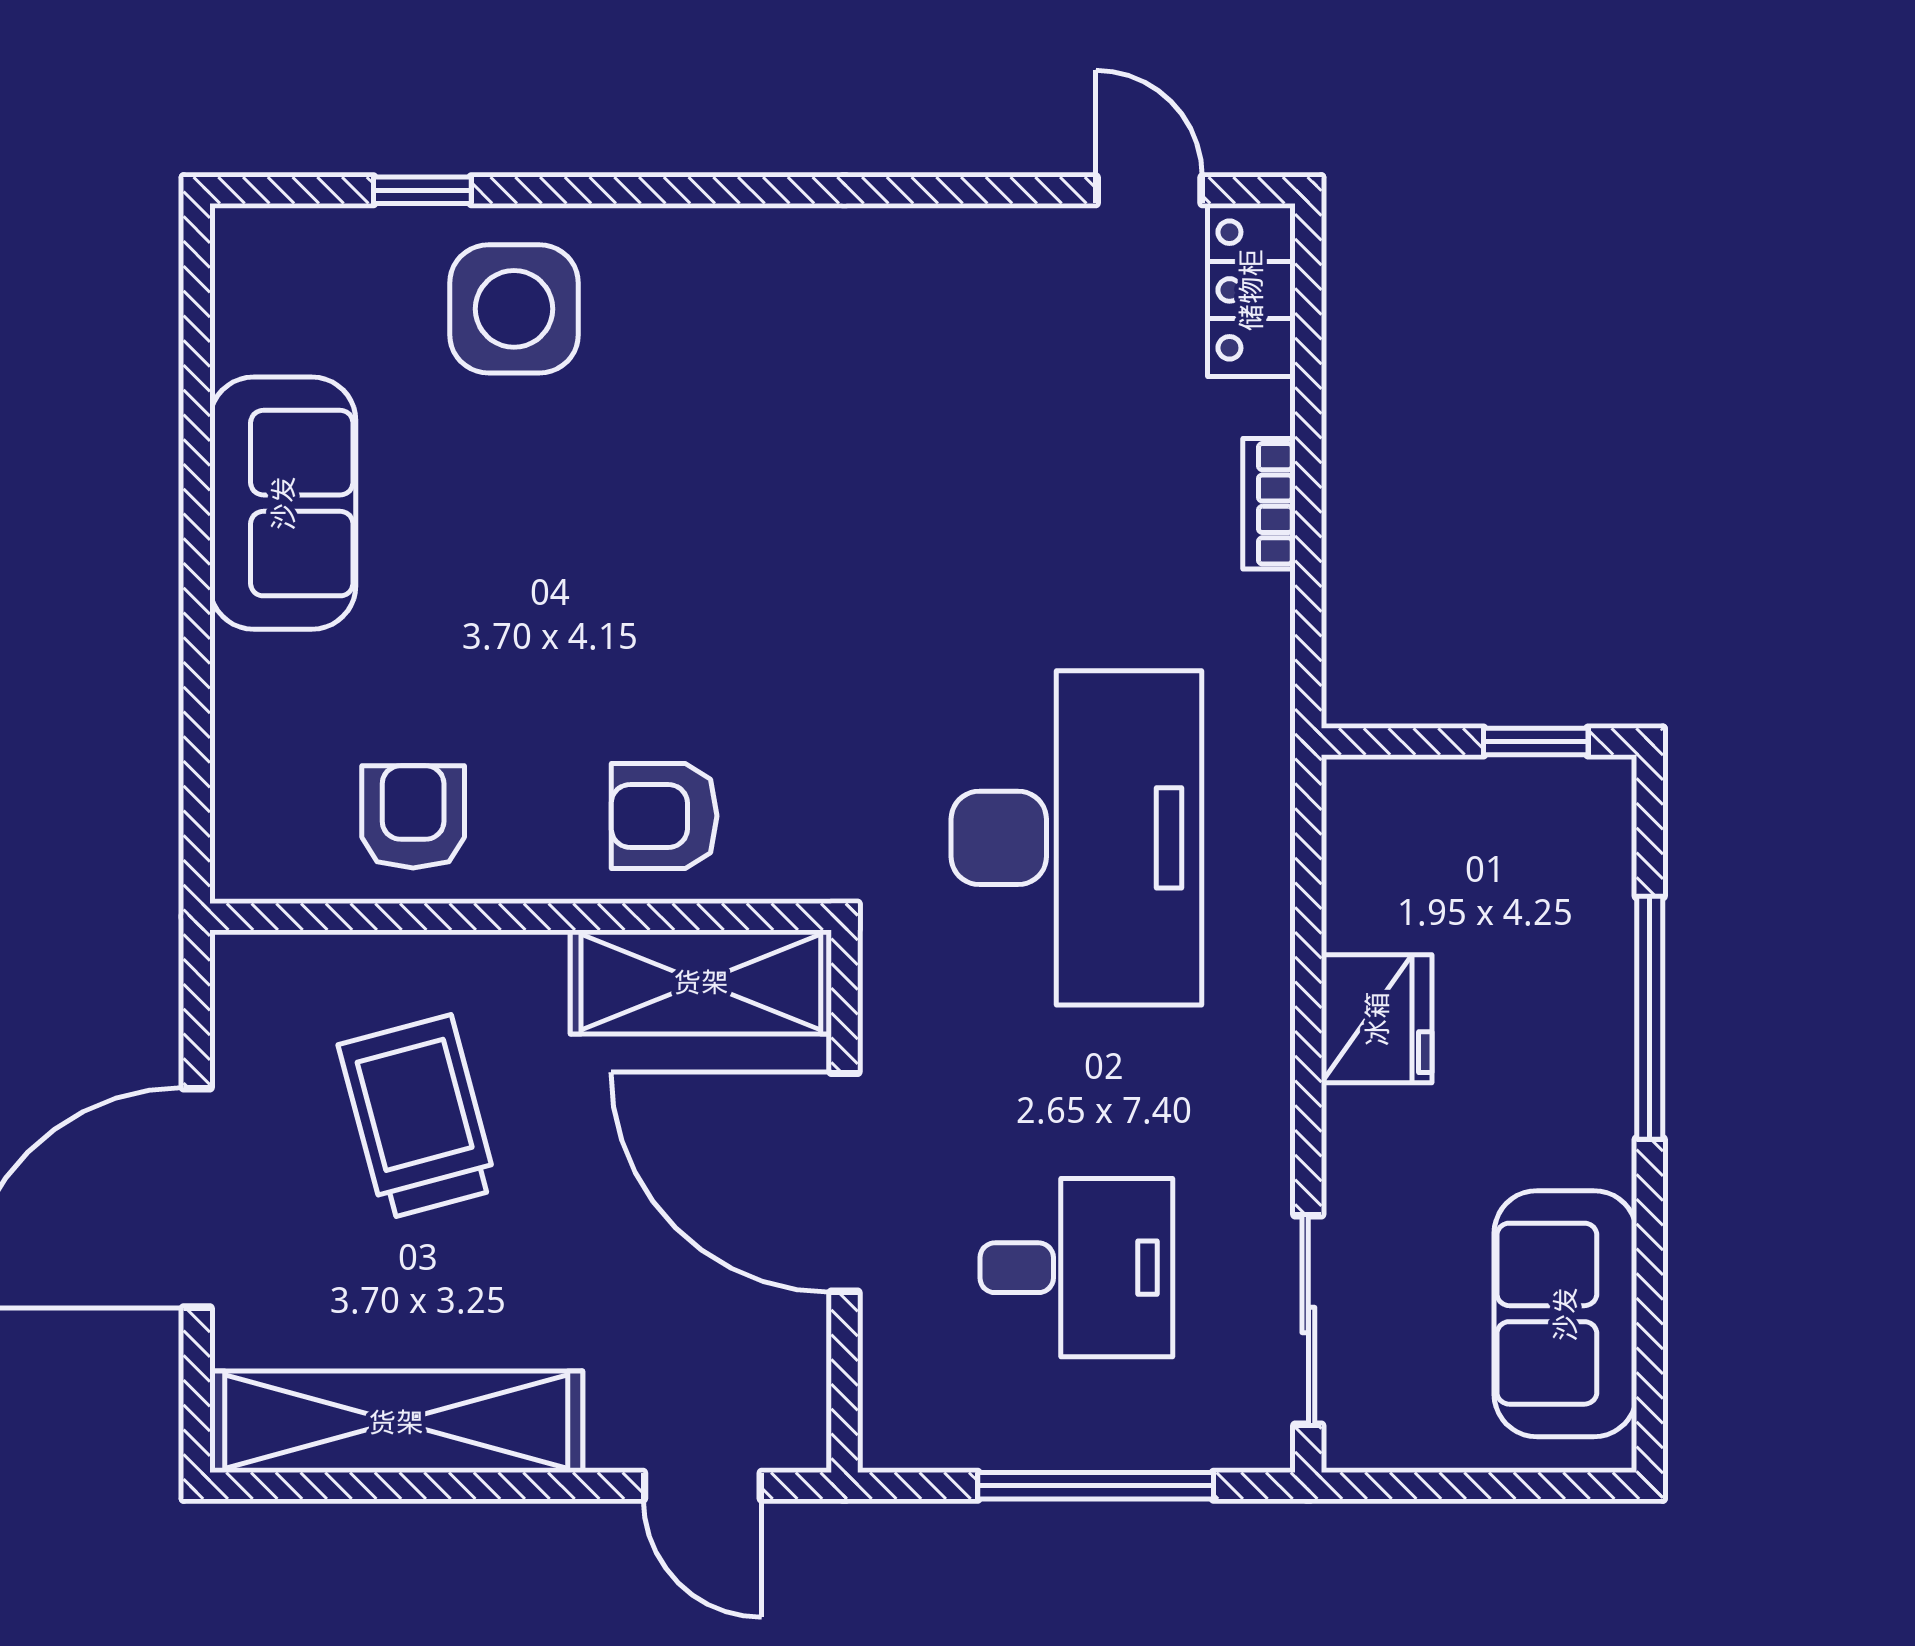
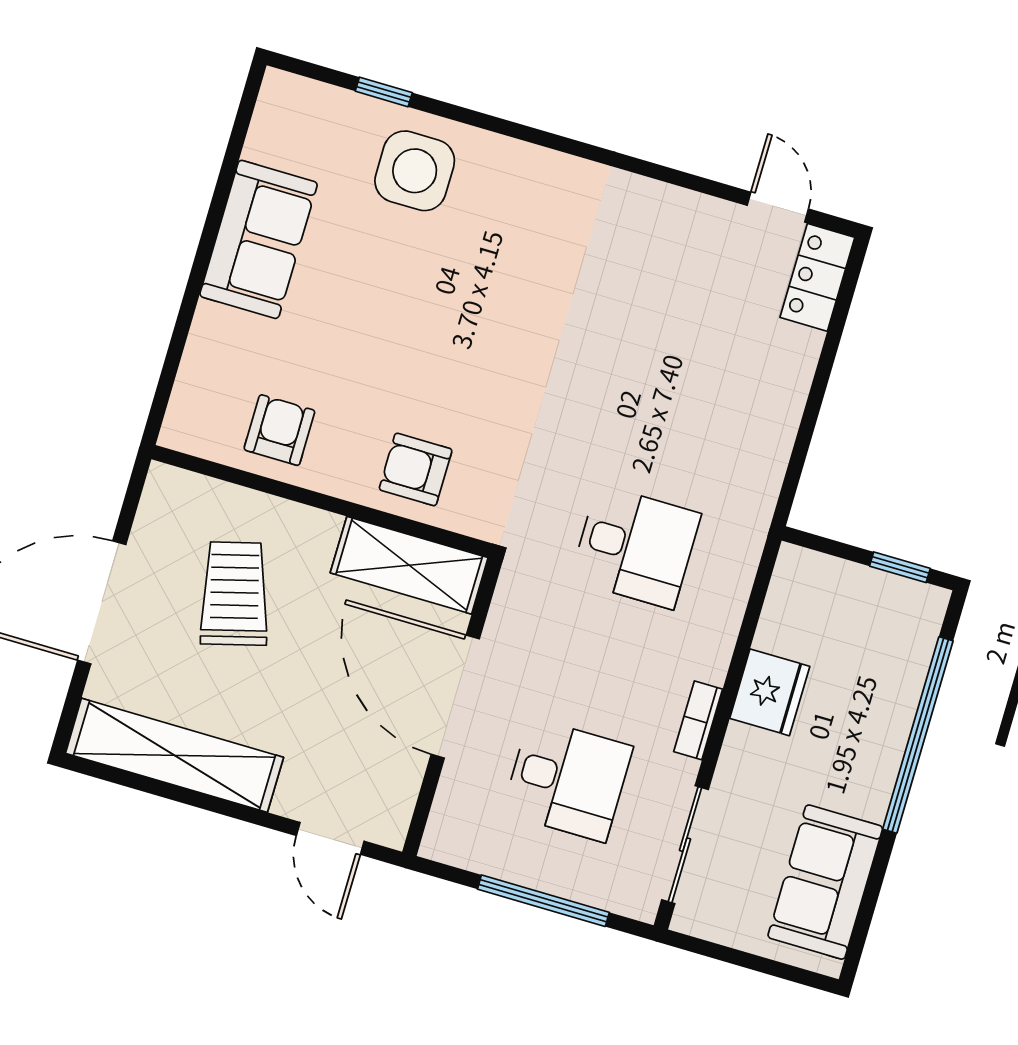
bookcase: (1269, 504) -> (698, 720), moved
desk: (1076, 838) -> (636, 547), width x0.53, depth x0.77
window: (1650, 1018) -> (918, 735), width x1.46

